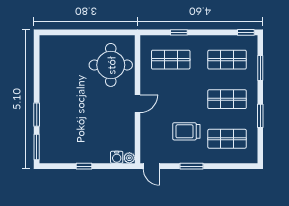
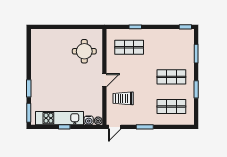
shop shelf: (227, 60) -> (171, 47), removed
round table: (111, 65) -> (84, 51), width x0.73, depth x0.73
trolley: (186, 131) -> (123, 98), moved
kitchen unit: (78, 154) -> (59, 118), added
door: (151, 166) -> (115, 127), hinge flipped

